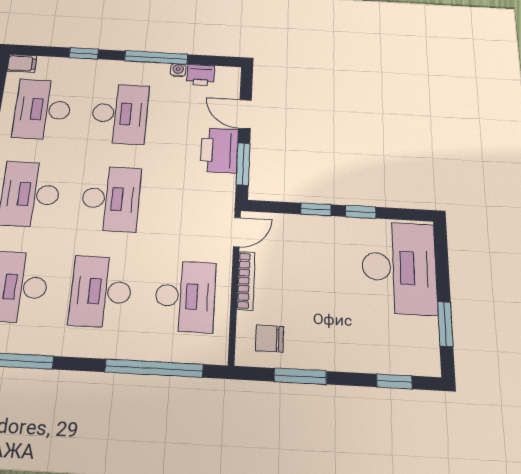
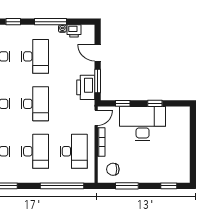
printer: (219, 150) -> (86, 87), moved
window: (316, 209) -> (123, 103), moved
desk: (399, 268) -> (143, 124), moved, turned -90
desk: (101, 291) -> (35, 151), turned 180
window: (445, 324) -> (193, 158), removed

